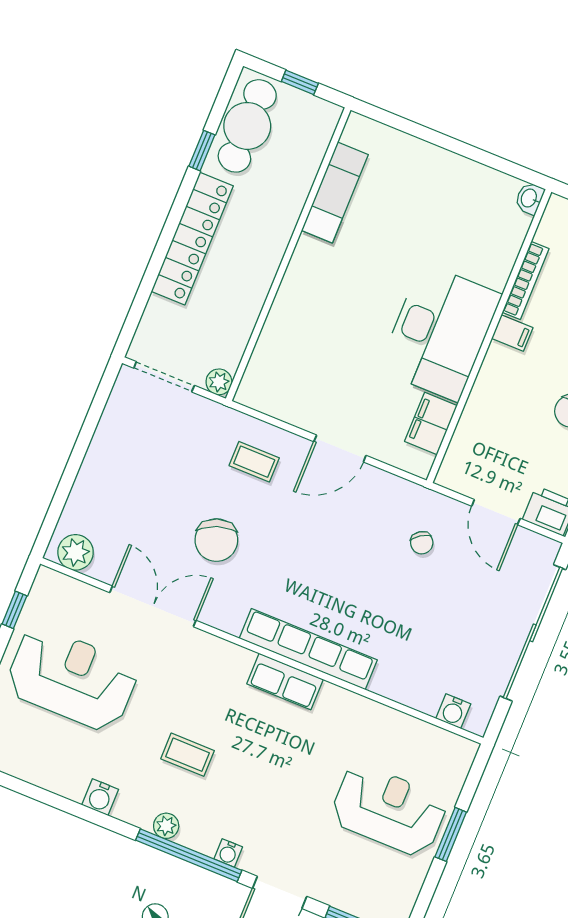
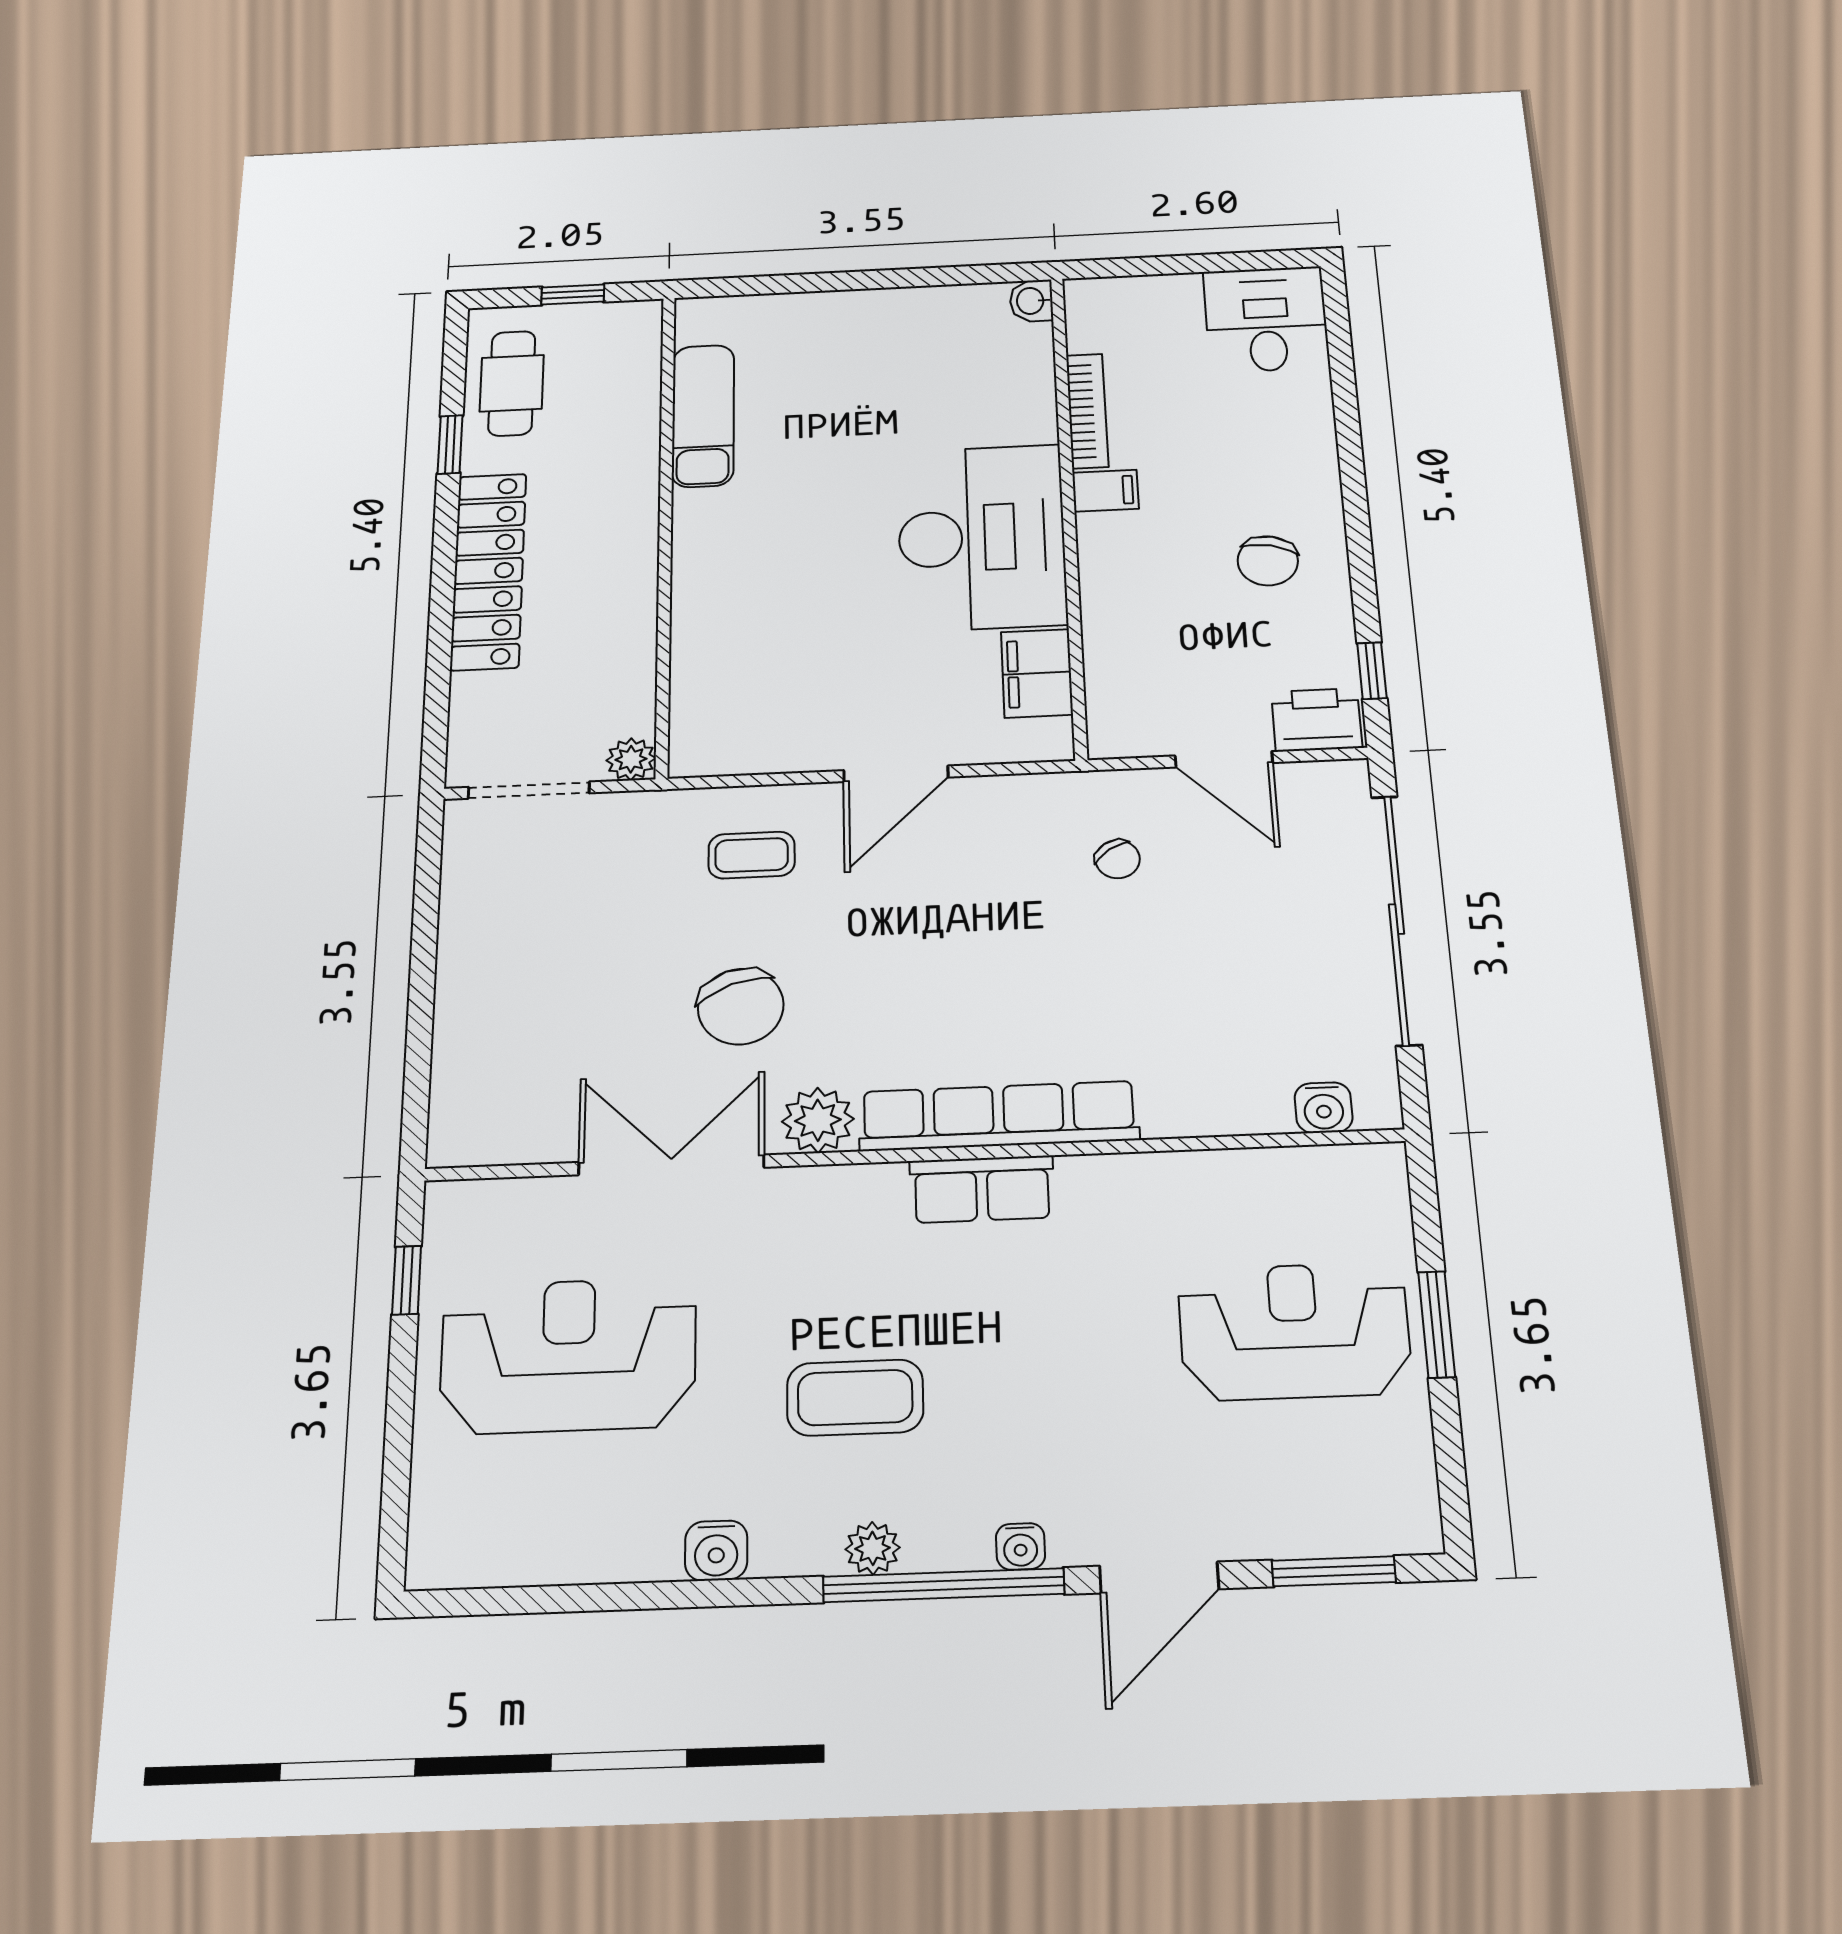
cafe table: (247, 126) -> (512, 383), width x0.73, depth x0.74
plant: (76, 552) -> (818, 1120), moved
coffee table: (188, 755) -> (855, 1398), width x1.36, depth x1.30

